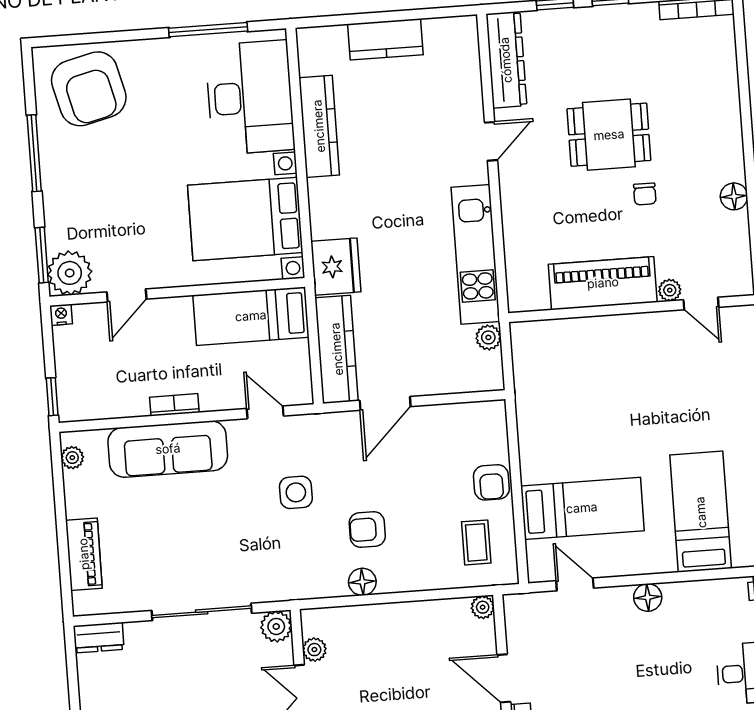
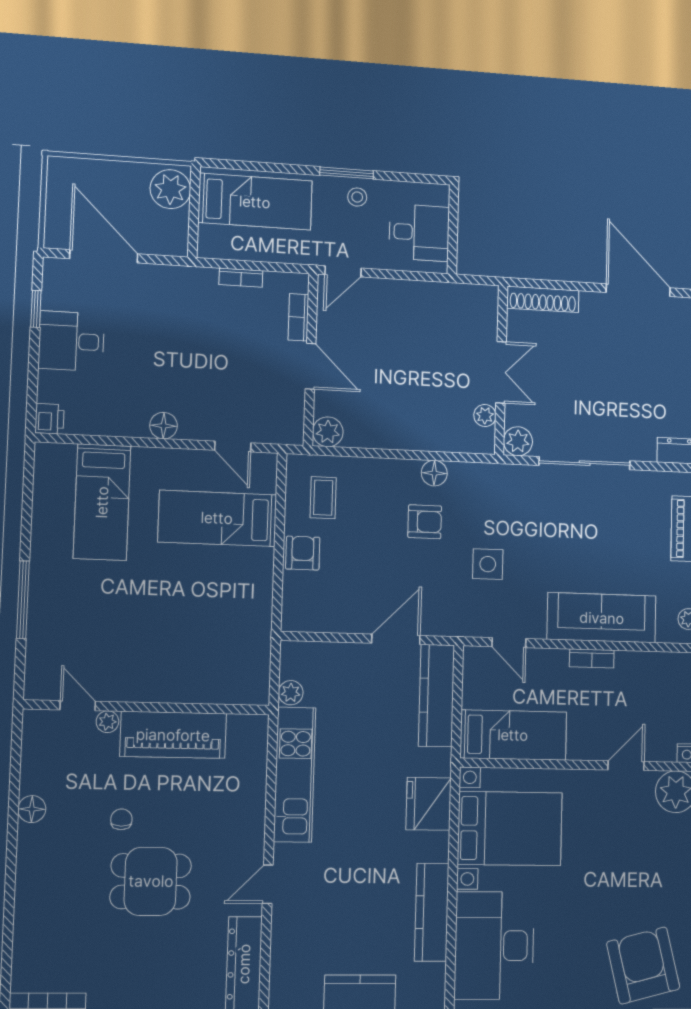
fridge: (336, 267) -> (429, 804), moved
plant: (483, 607) -> (328, 432), width x1.38, depth x1.38

